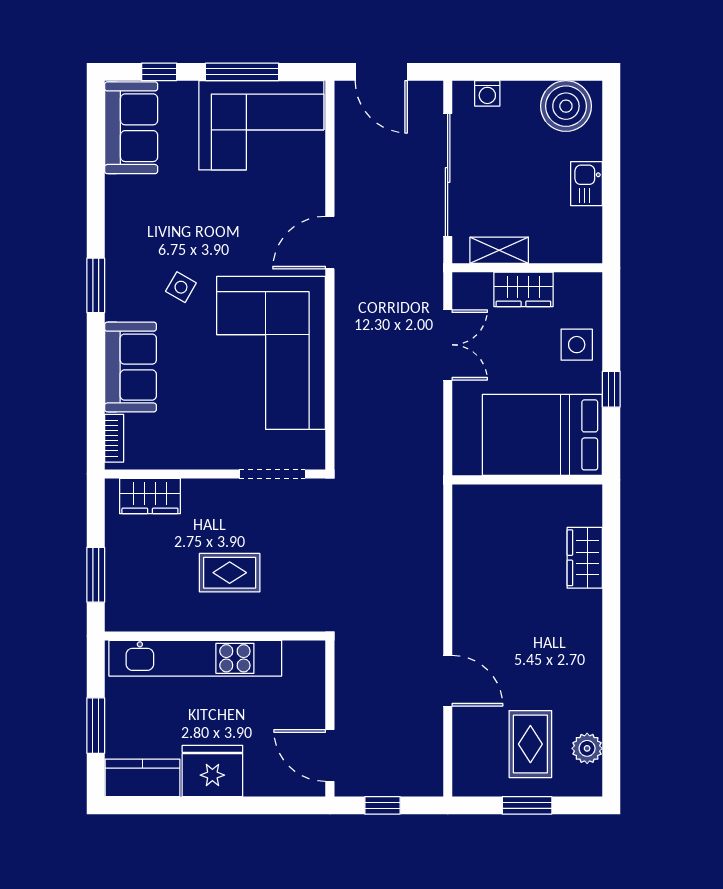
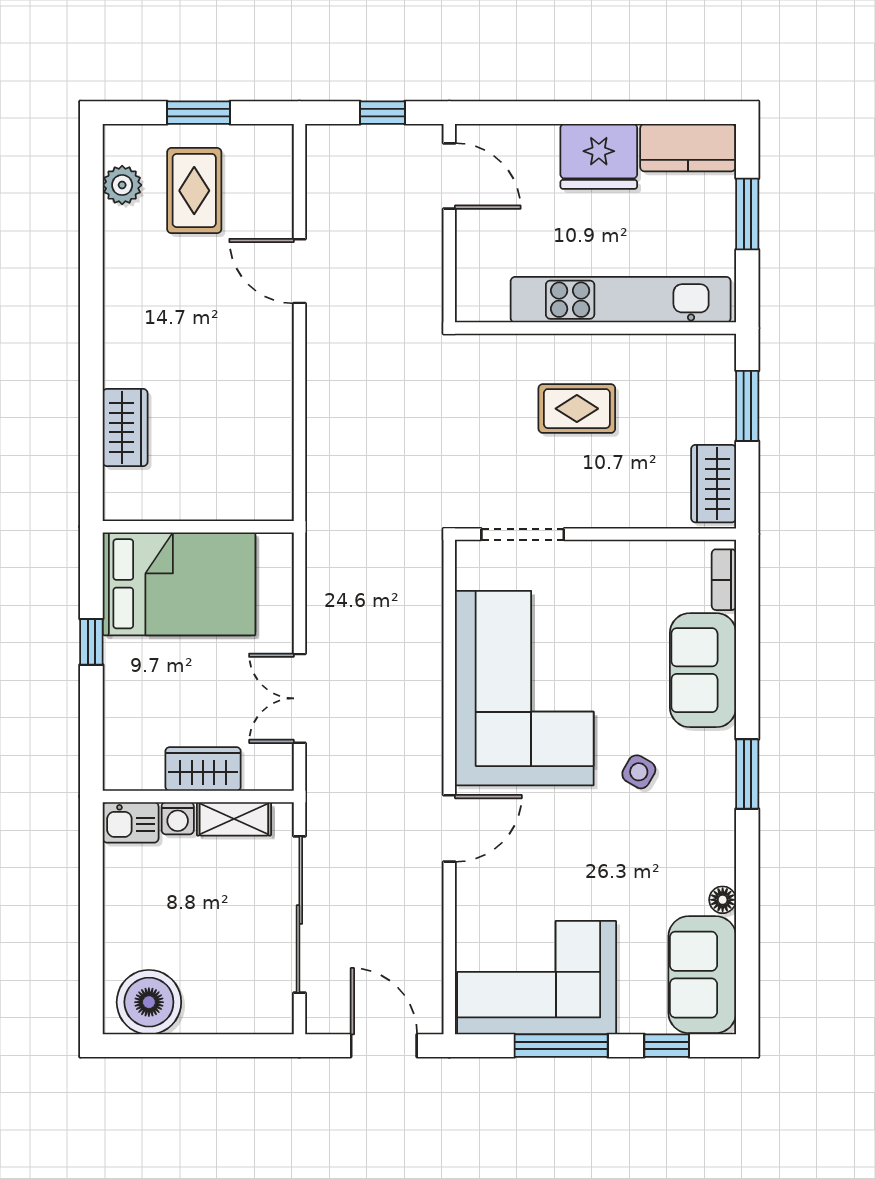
washing machine: (487, 93) -> (178, 818), moved, turned 180
kitchen sink: (586, 184) -> (131, 822), moved, turned 90
floor lamp: (115, 187) -> (723, 900), added
side table: (577, 345) -> (135, 699), removed
wardrobe: (150, 496) -> (714, 484), moved, turned -90

